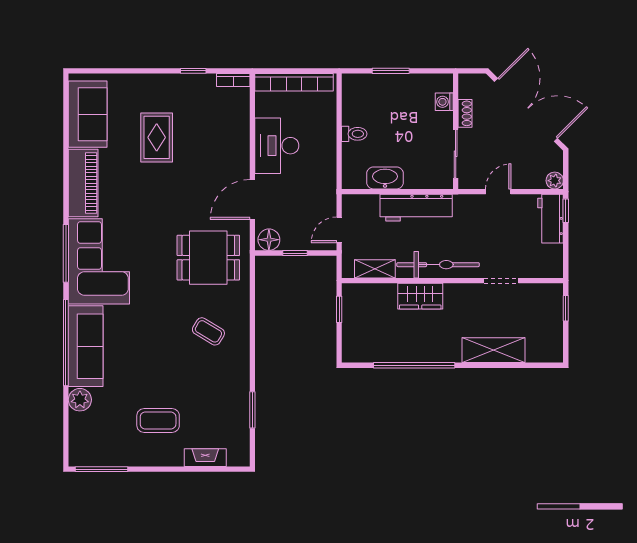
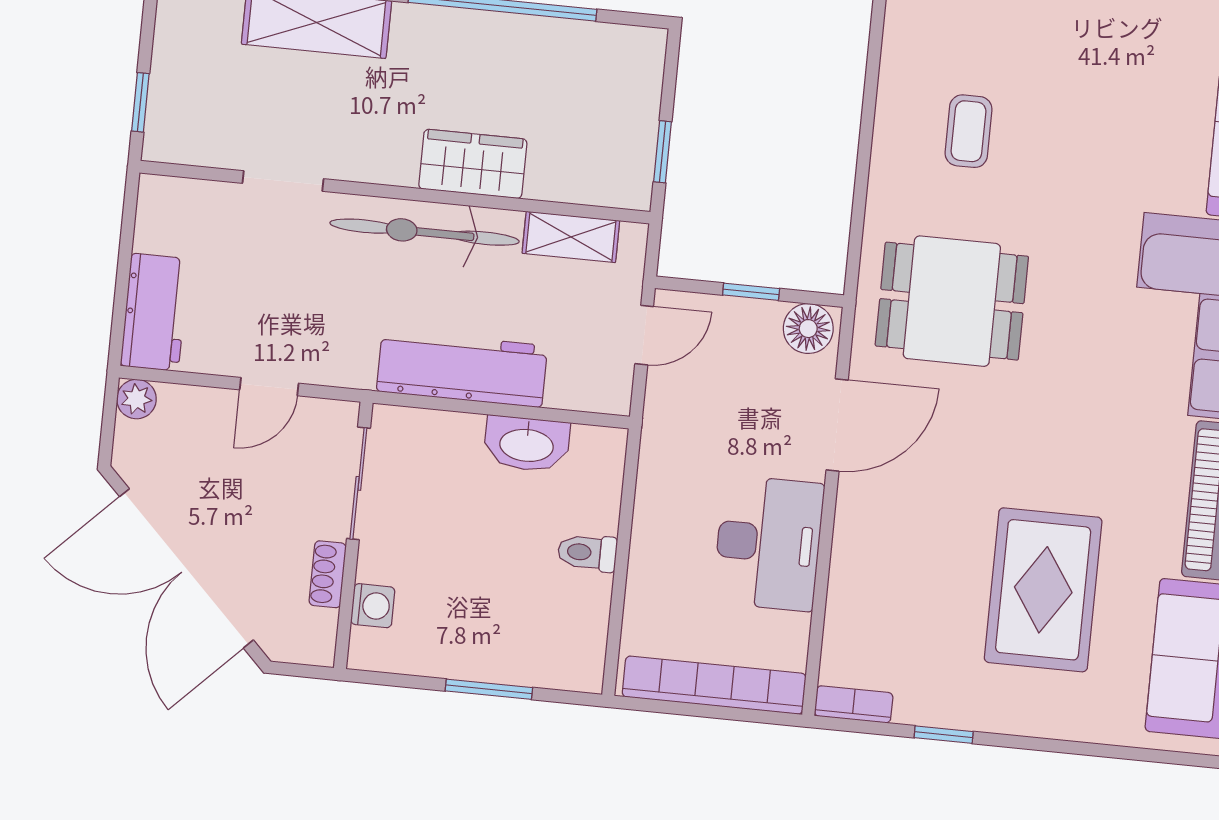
rug: (157, 137) -> (1043, 590), width x1.36, depth x1.43
window: (566, 211) -> (118, 327), removed
coffee table: (208, 331) -> (968, 131), turned 59

